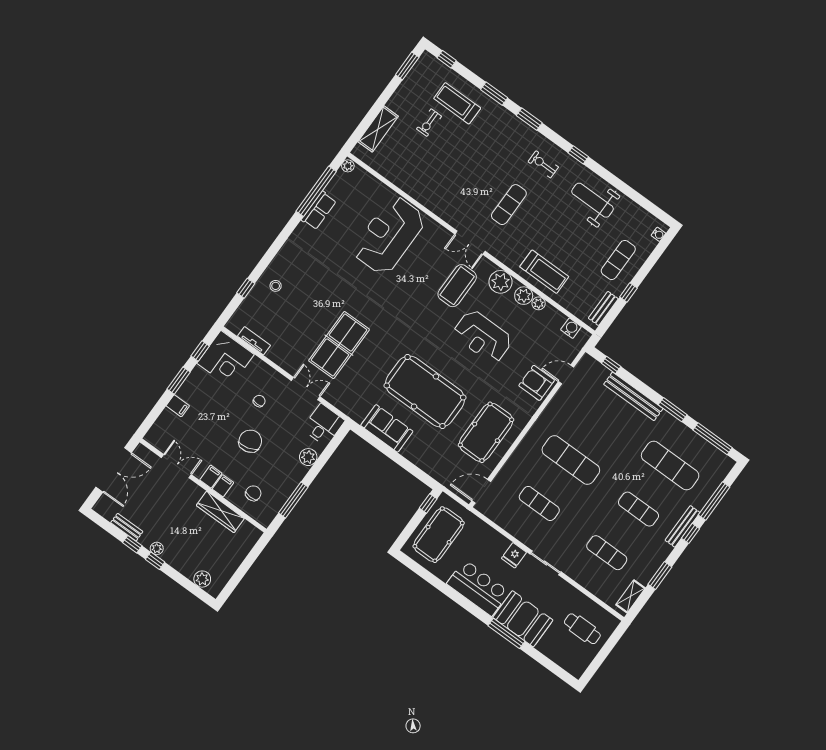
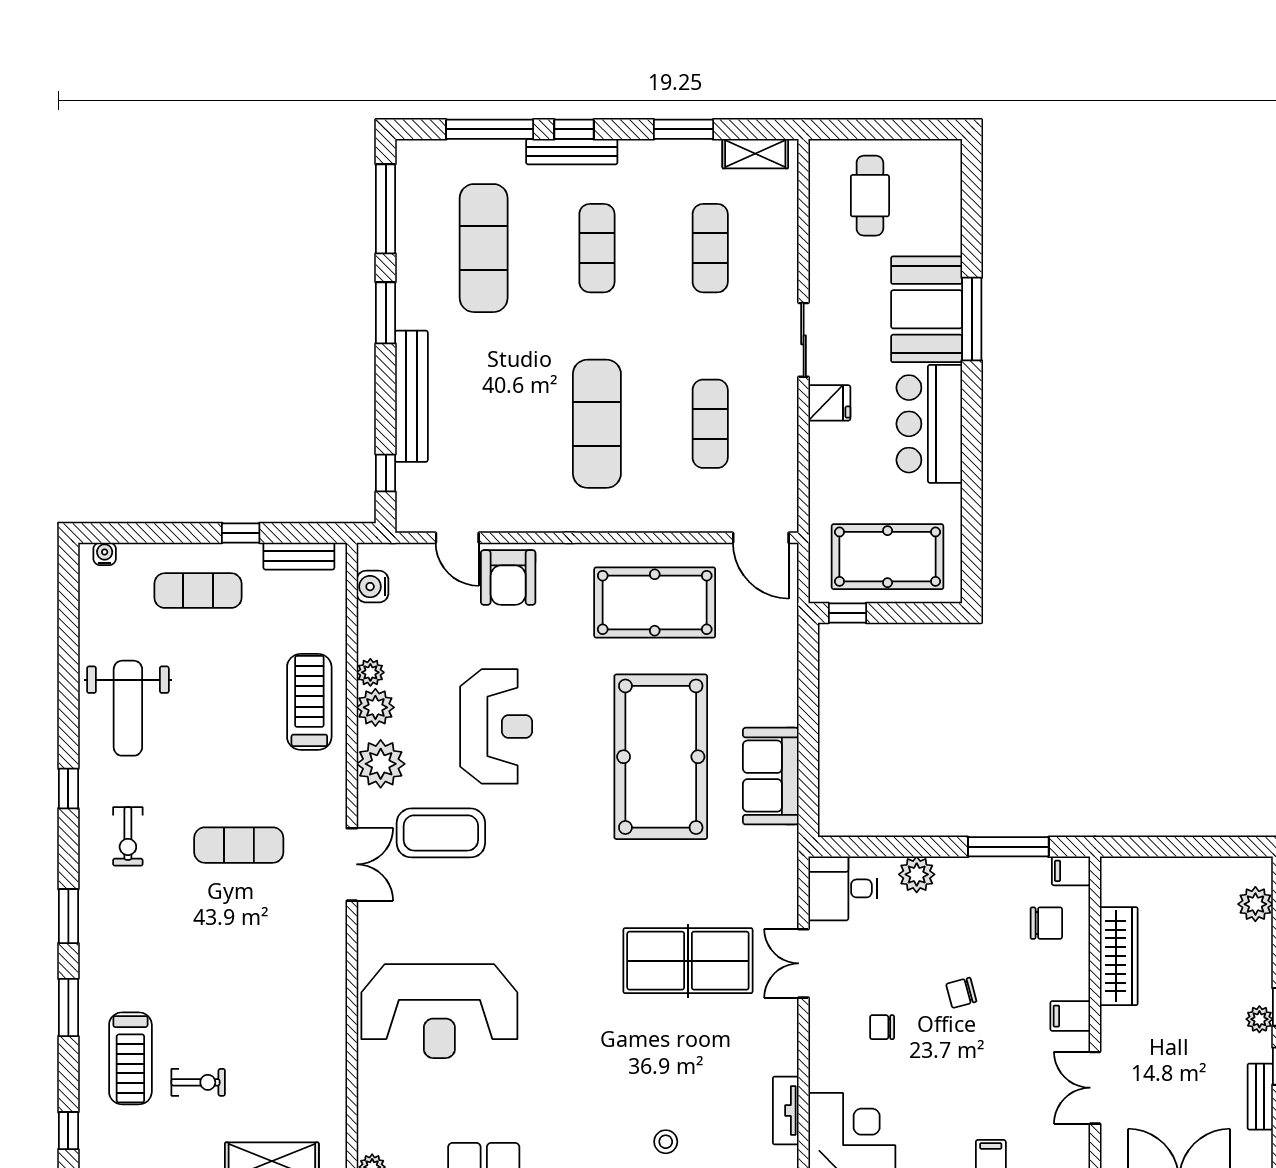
chair: (250, 441) -> (961, 993), width x0.54, depth x0.54
filing cabinet: (223, 486) -> (1071, 871), moved
chair: (253, 493) -> (1046, 923), turned 180

